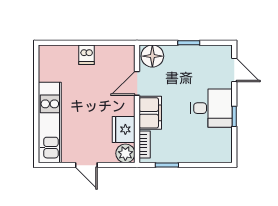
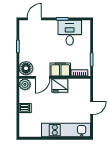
door: (137, 83) -> (42, 77), hinge flipped
desk: (211, 108) -> (70, 33), moved
fridge: (124, 129) -> (60, 86), moved
plant: (125, 153) -> (25, 84), moved

